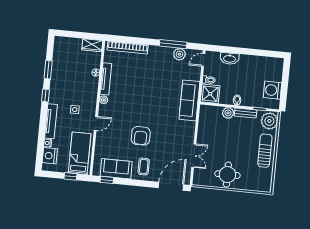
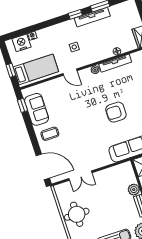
tv unit: (51, 121) -> (92, 17), moved
armchair: (141, 136) -> (116, 112), moved

